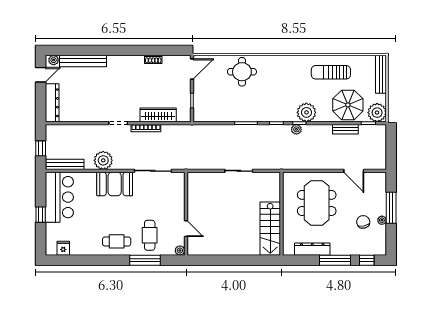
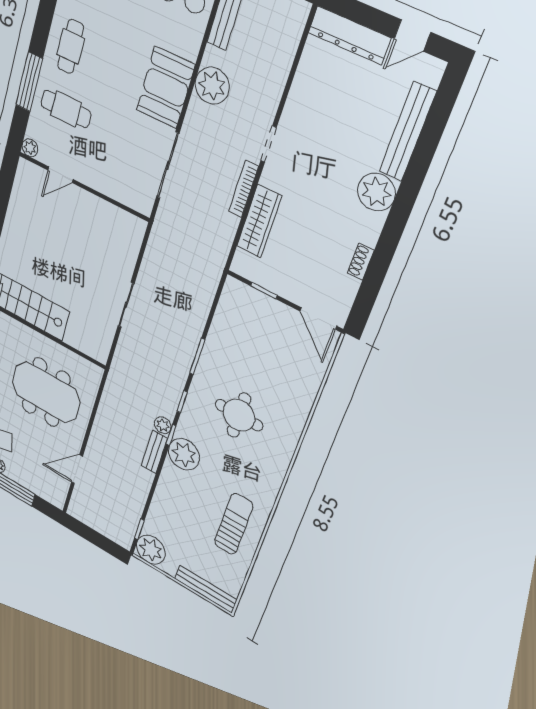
plant: (54, 60) -> (376, 192), moved, width x1.88, depth x1.88
round table: (242, 72) -> (239, 415), moved
door: (41, 75) -> (412, 35), hinge flipped
parasol: (348, 105) -> (175, 518), removed
bench: (345, 129) -> (154, 452), moved

